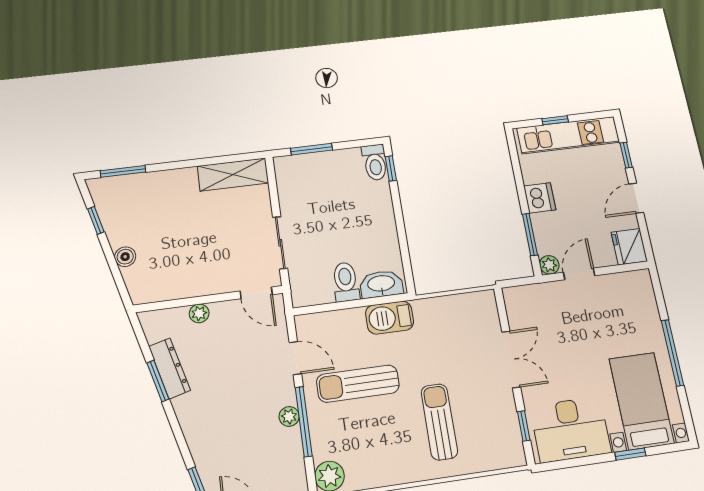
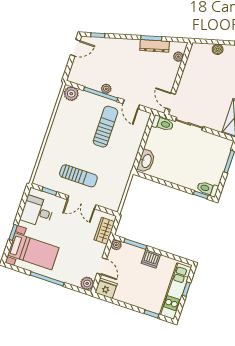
door: (636, 198) -> (128, 306), removed
door: (579, 274) -> (102, 266), moved
toilet: (346, 282) -> (163, 123), moved
plant: (640, 282) -> (87, 283), added
door: (256, 293) -> (170, 101), hinge flipped
wardrobe: (537, 296) -> (104, 231), added
plant: (199, 313) -> (178, 57), moved
barbecue: (390, 318) -> (129, 157), removed
door: (295, 358) -> (131, 104), hinge flipped
sun lounger: (439, 422) -> (78, 176), moved
desk: (570, 429) -> (37, 212), width x0.73

